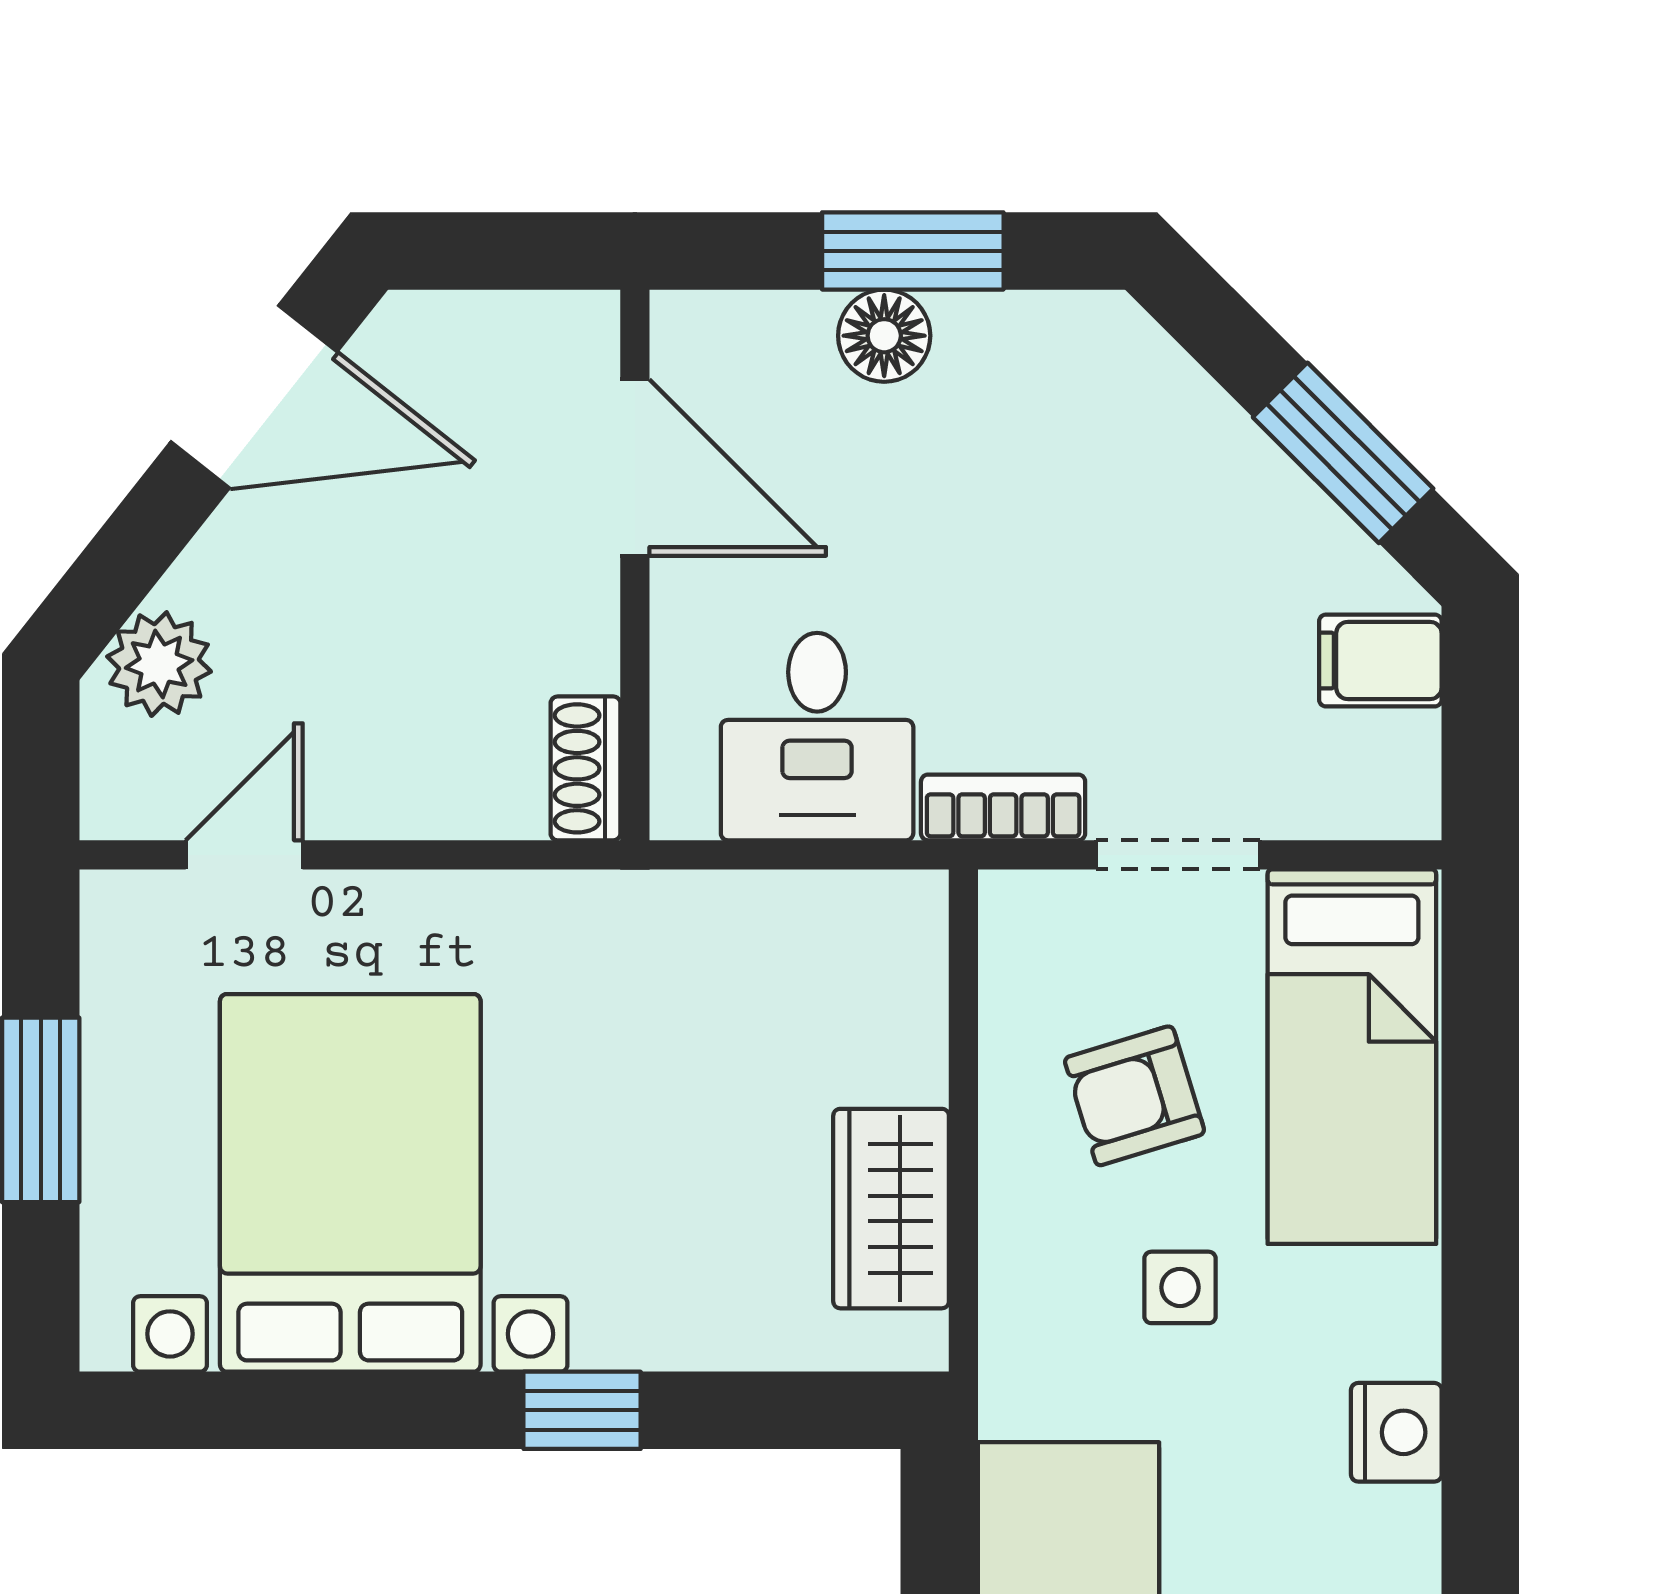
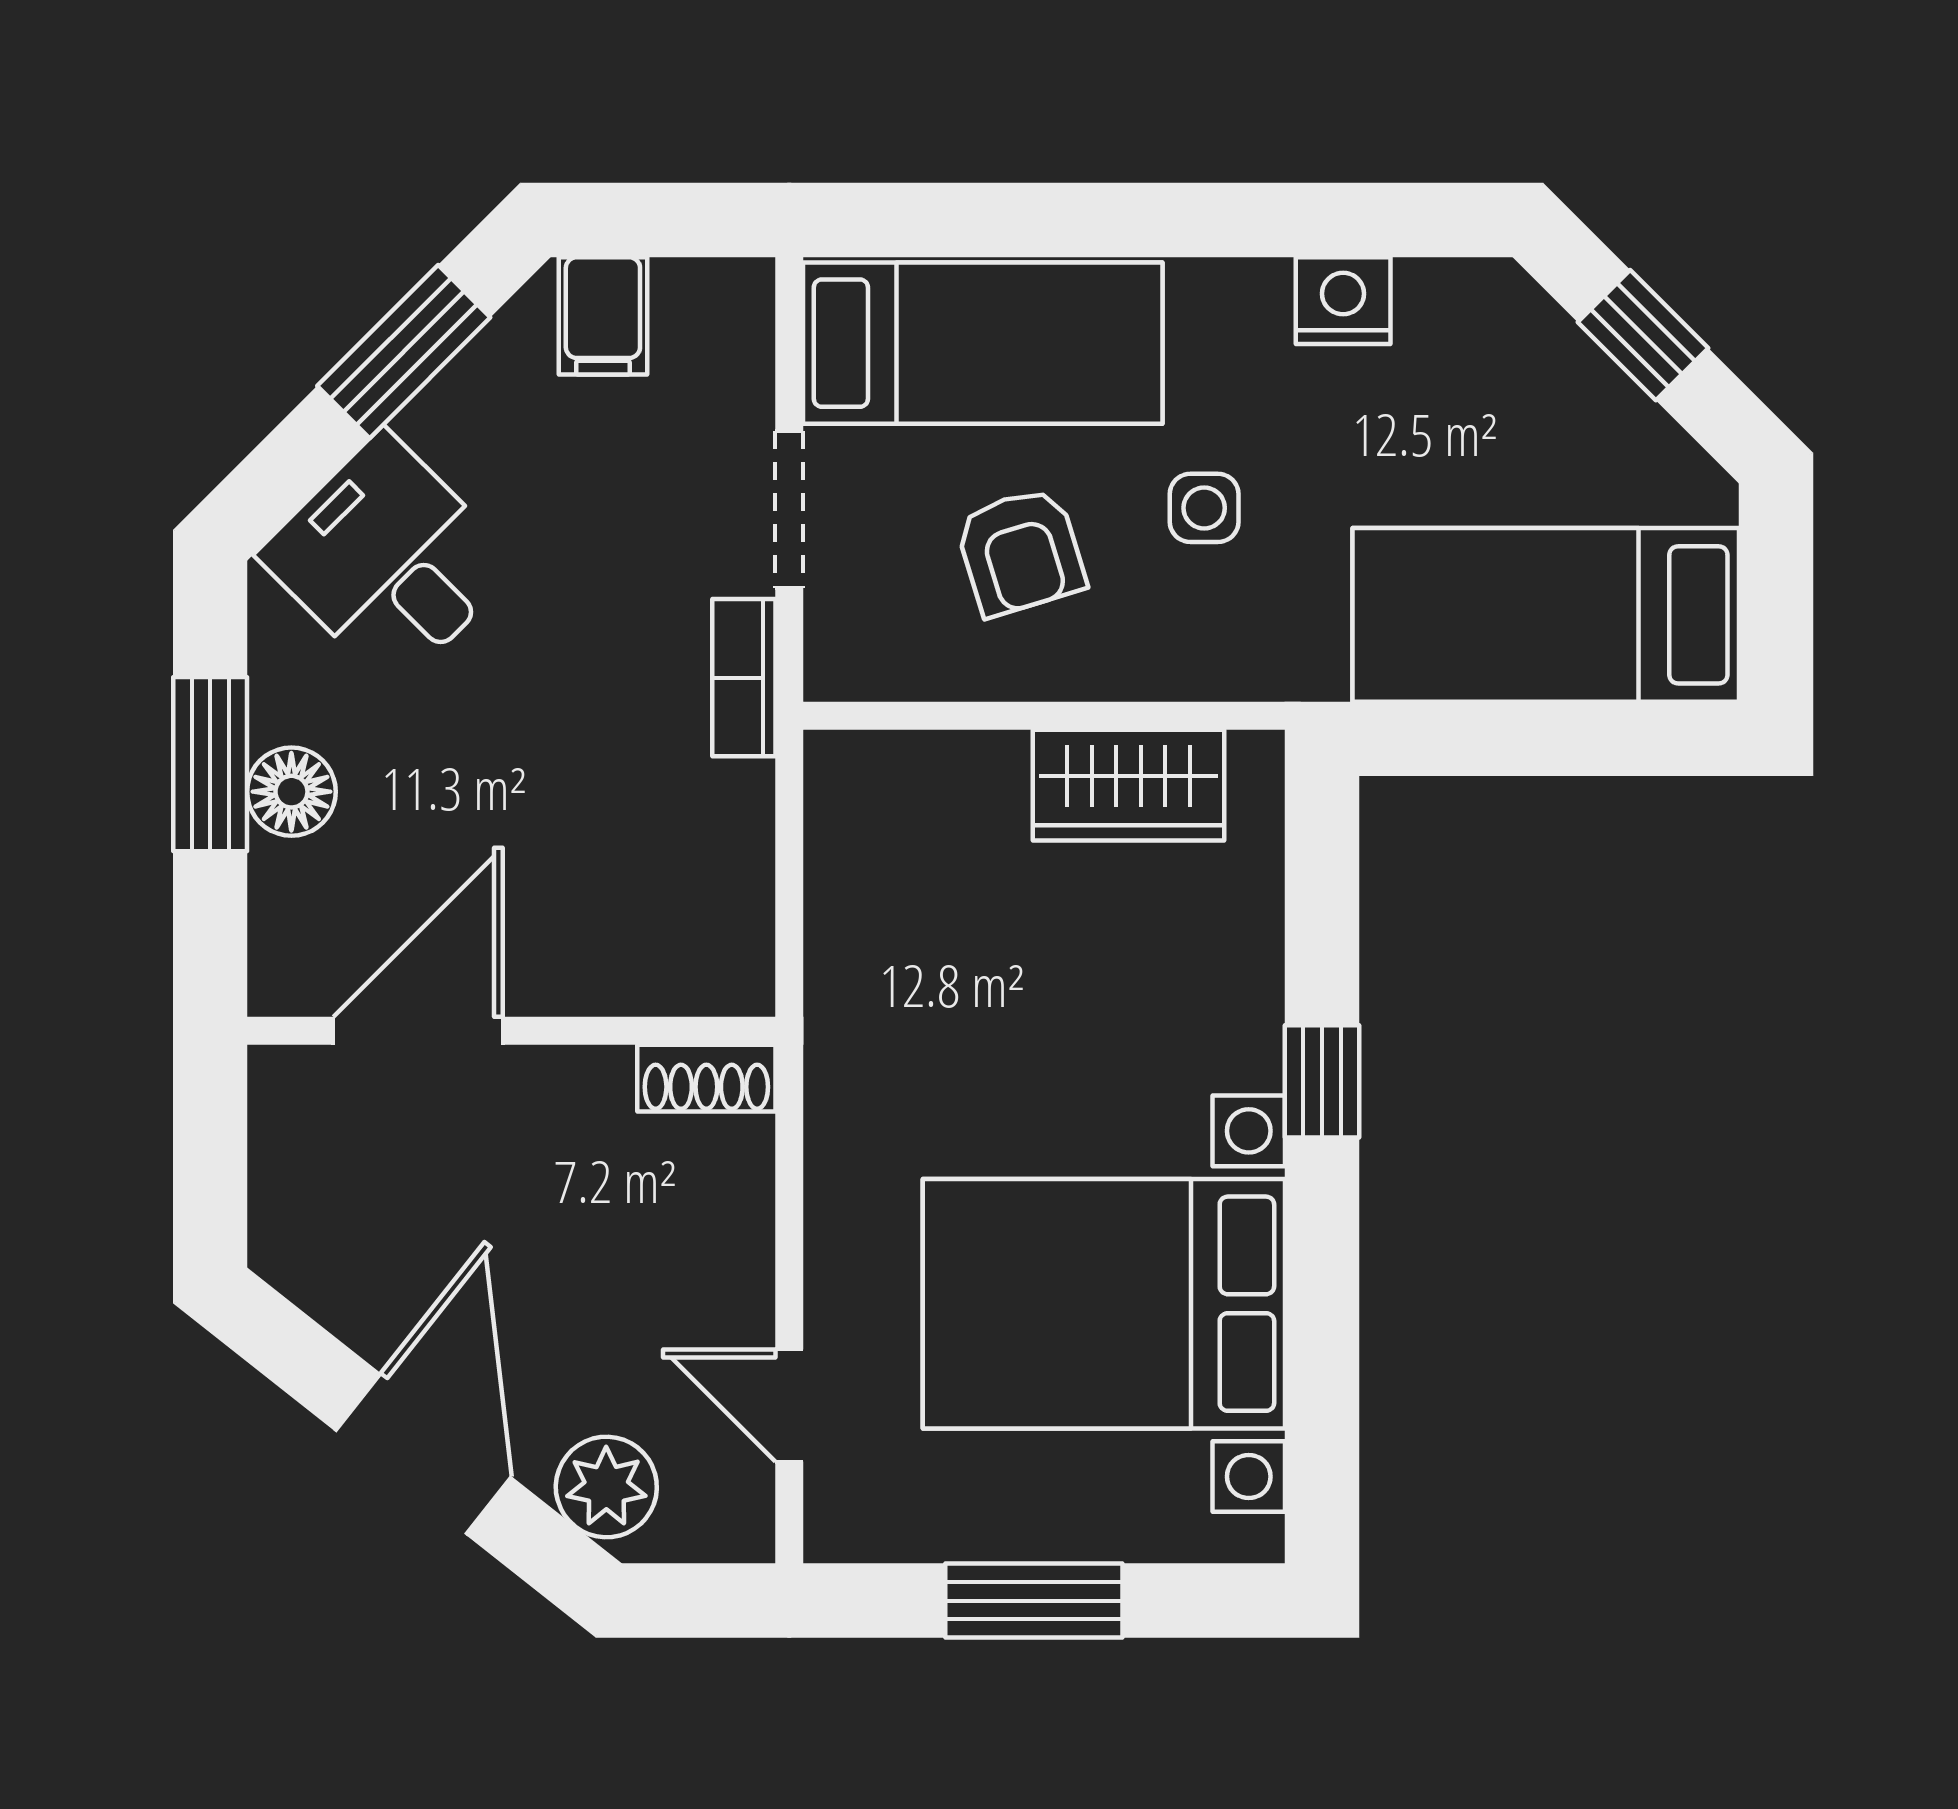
door: (254, 397) -> (423, 1454), moved
desk: (817, 737) -> (389, 560), moved, turned -135

